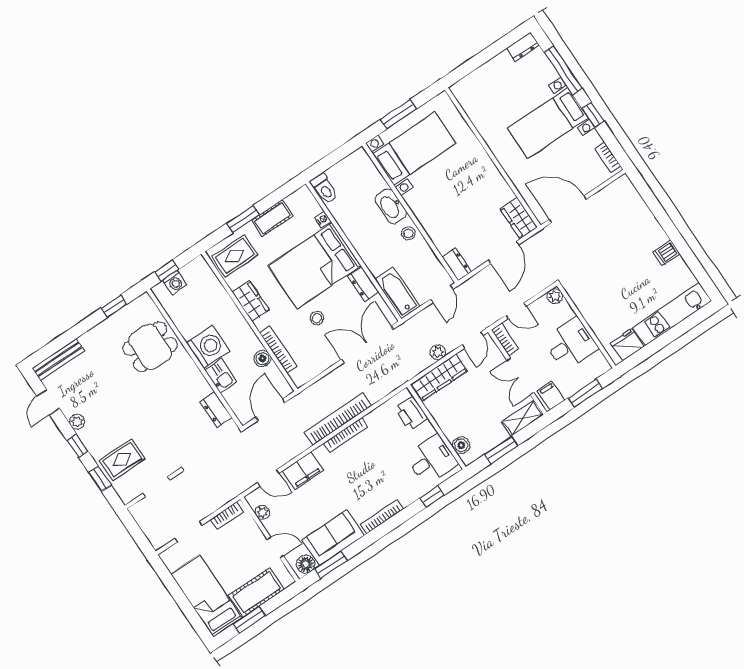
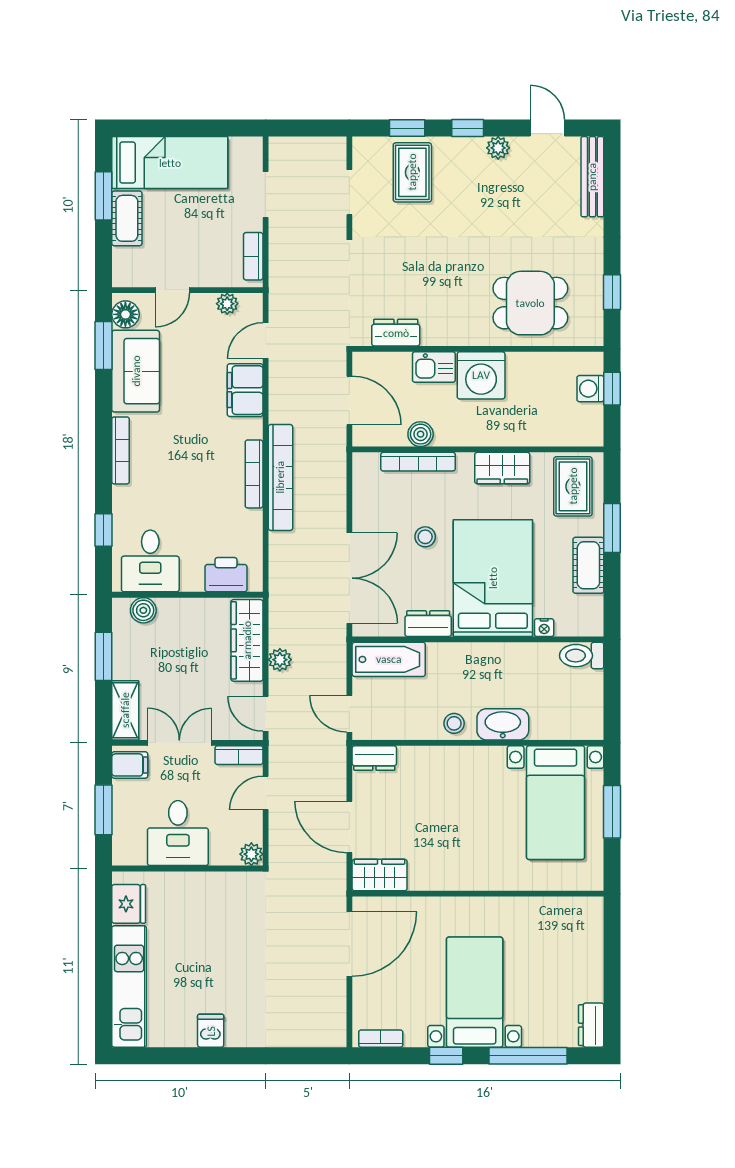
dining table: (150, 347) -> (530, 303), turned 90
cot: (256, 592) -> (127, 218), width x0.73, depth x0.75

